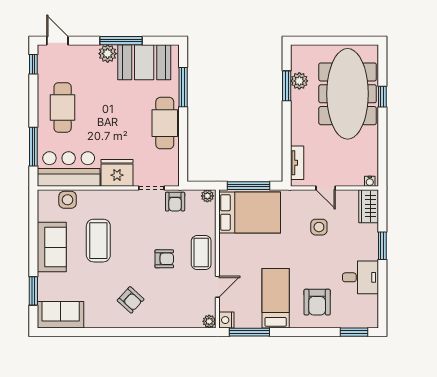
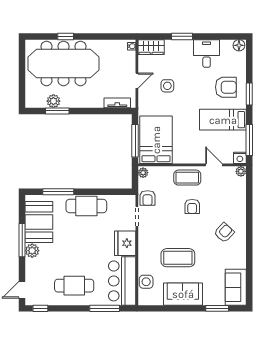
armchair: (175, 202) -> (148, 198), turned 90
armchair: (164, 259) -> (192, 206), turned 180
floor lamp: (371, 319) -> (239, 45), added
window: (354, 332) -> (249, 94), moved

